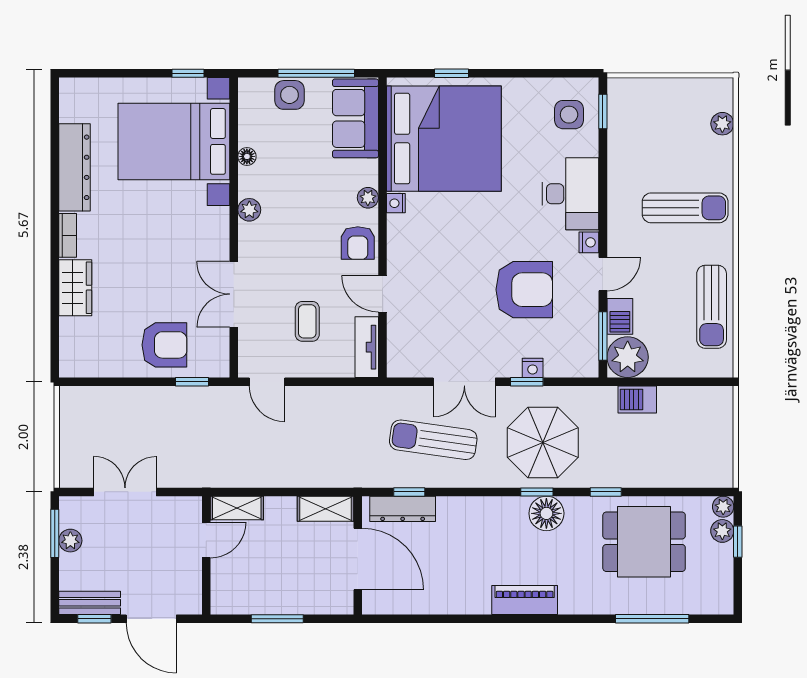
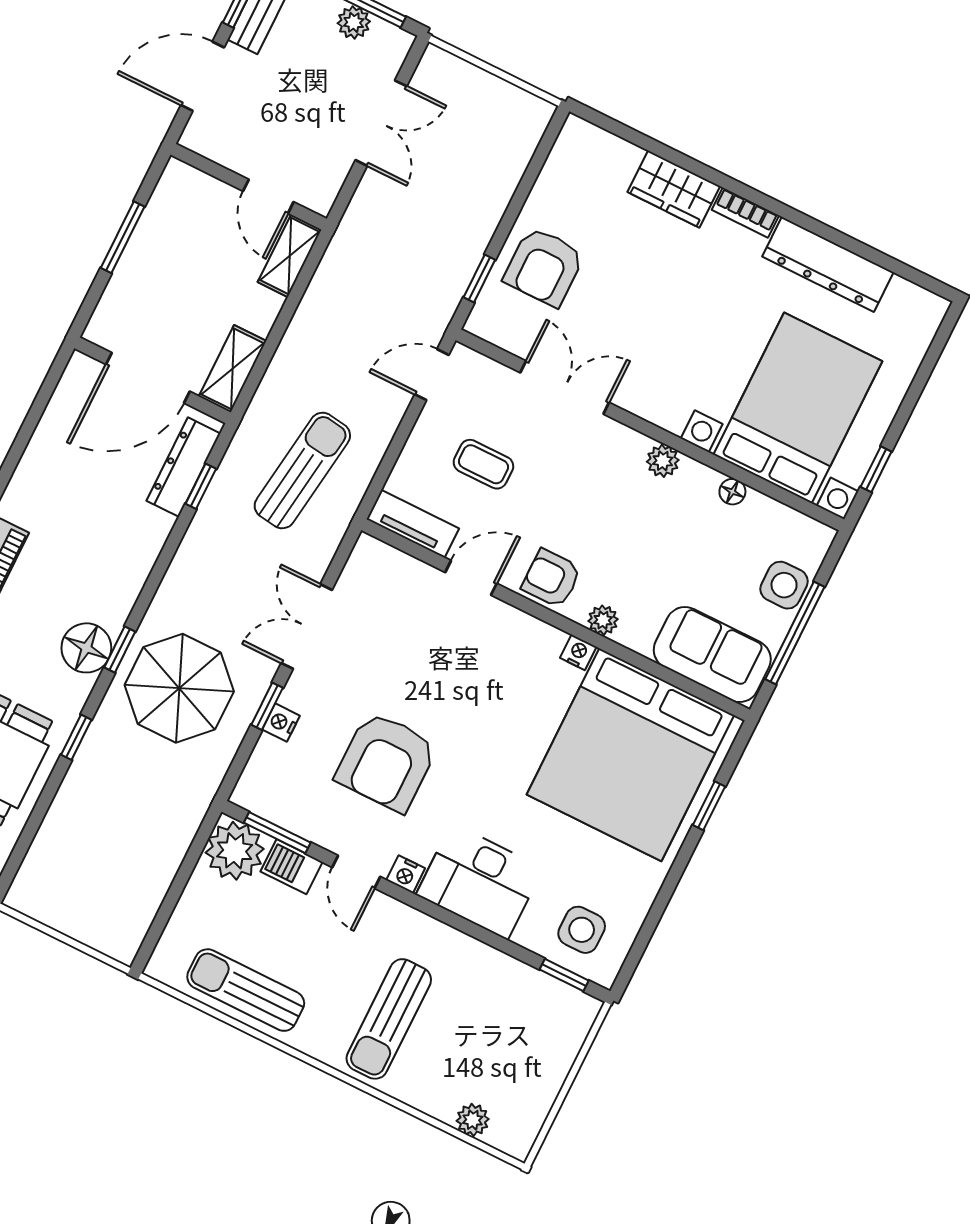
barbecue: (637, 400) -> (174, 836), removed
sun lounger: (433, 440) -> (302, 471), moved

